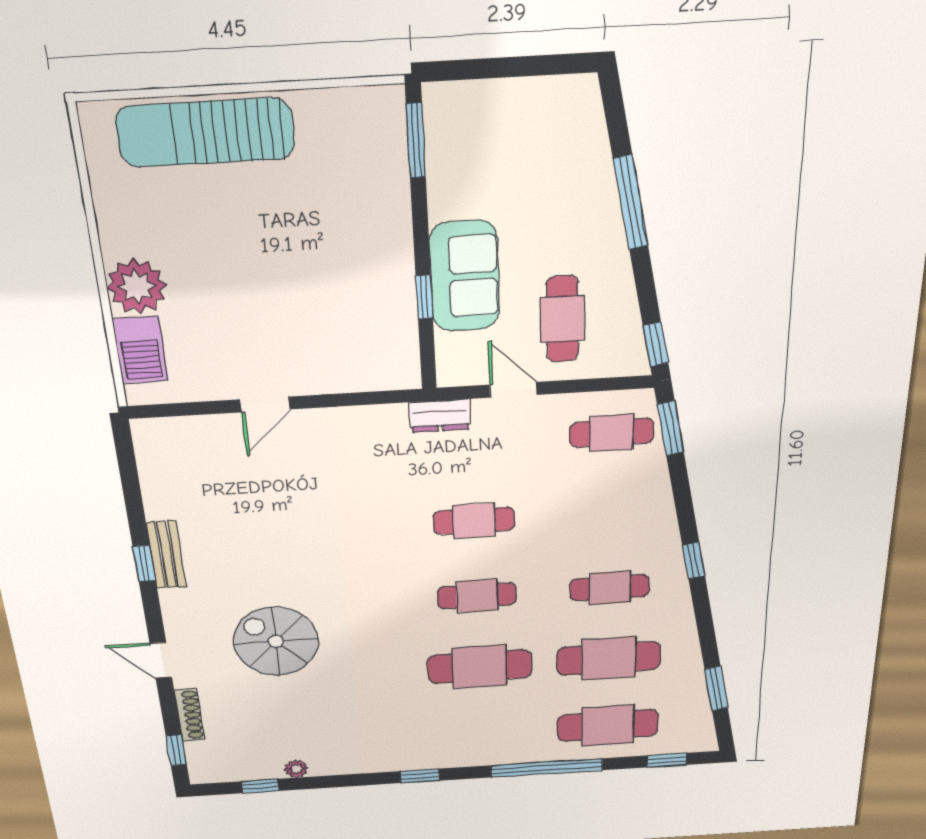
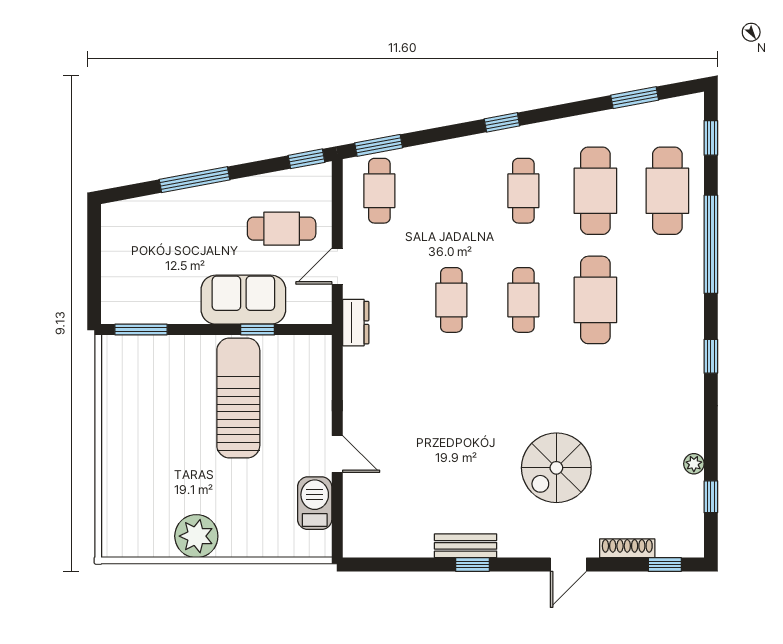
sun lounger: (205, 133) -> (238, 398), moved, turned 180
plant: (137, 286) -> (196, 536), moved
barbecue: (140, 350) -> (315, 503), moved, turned -90

